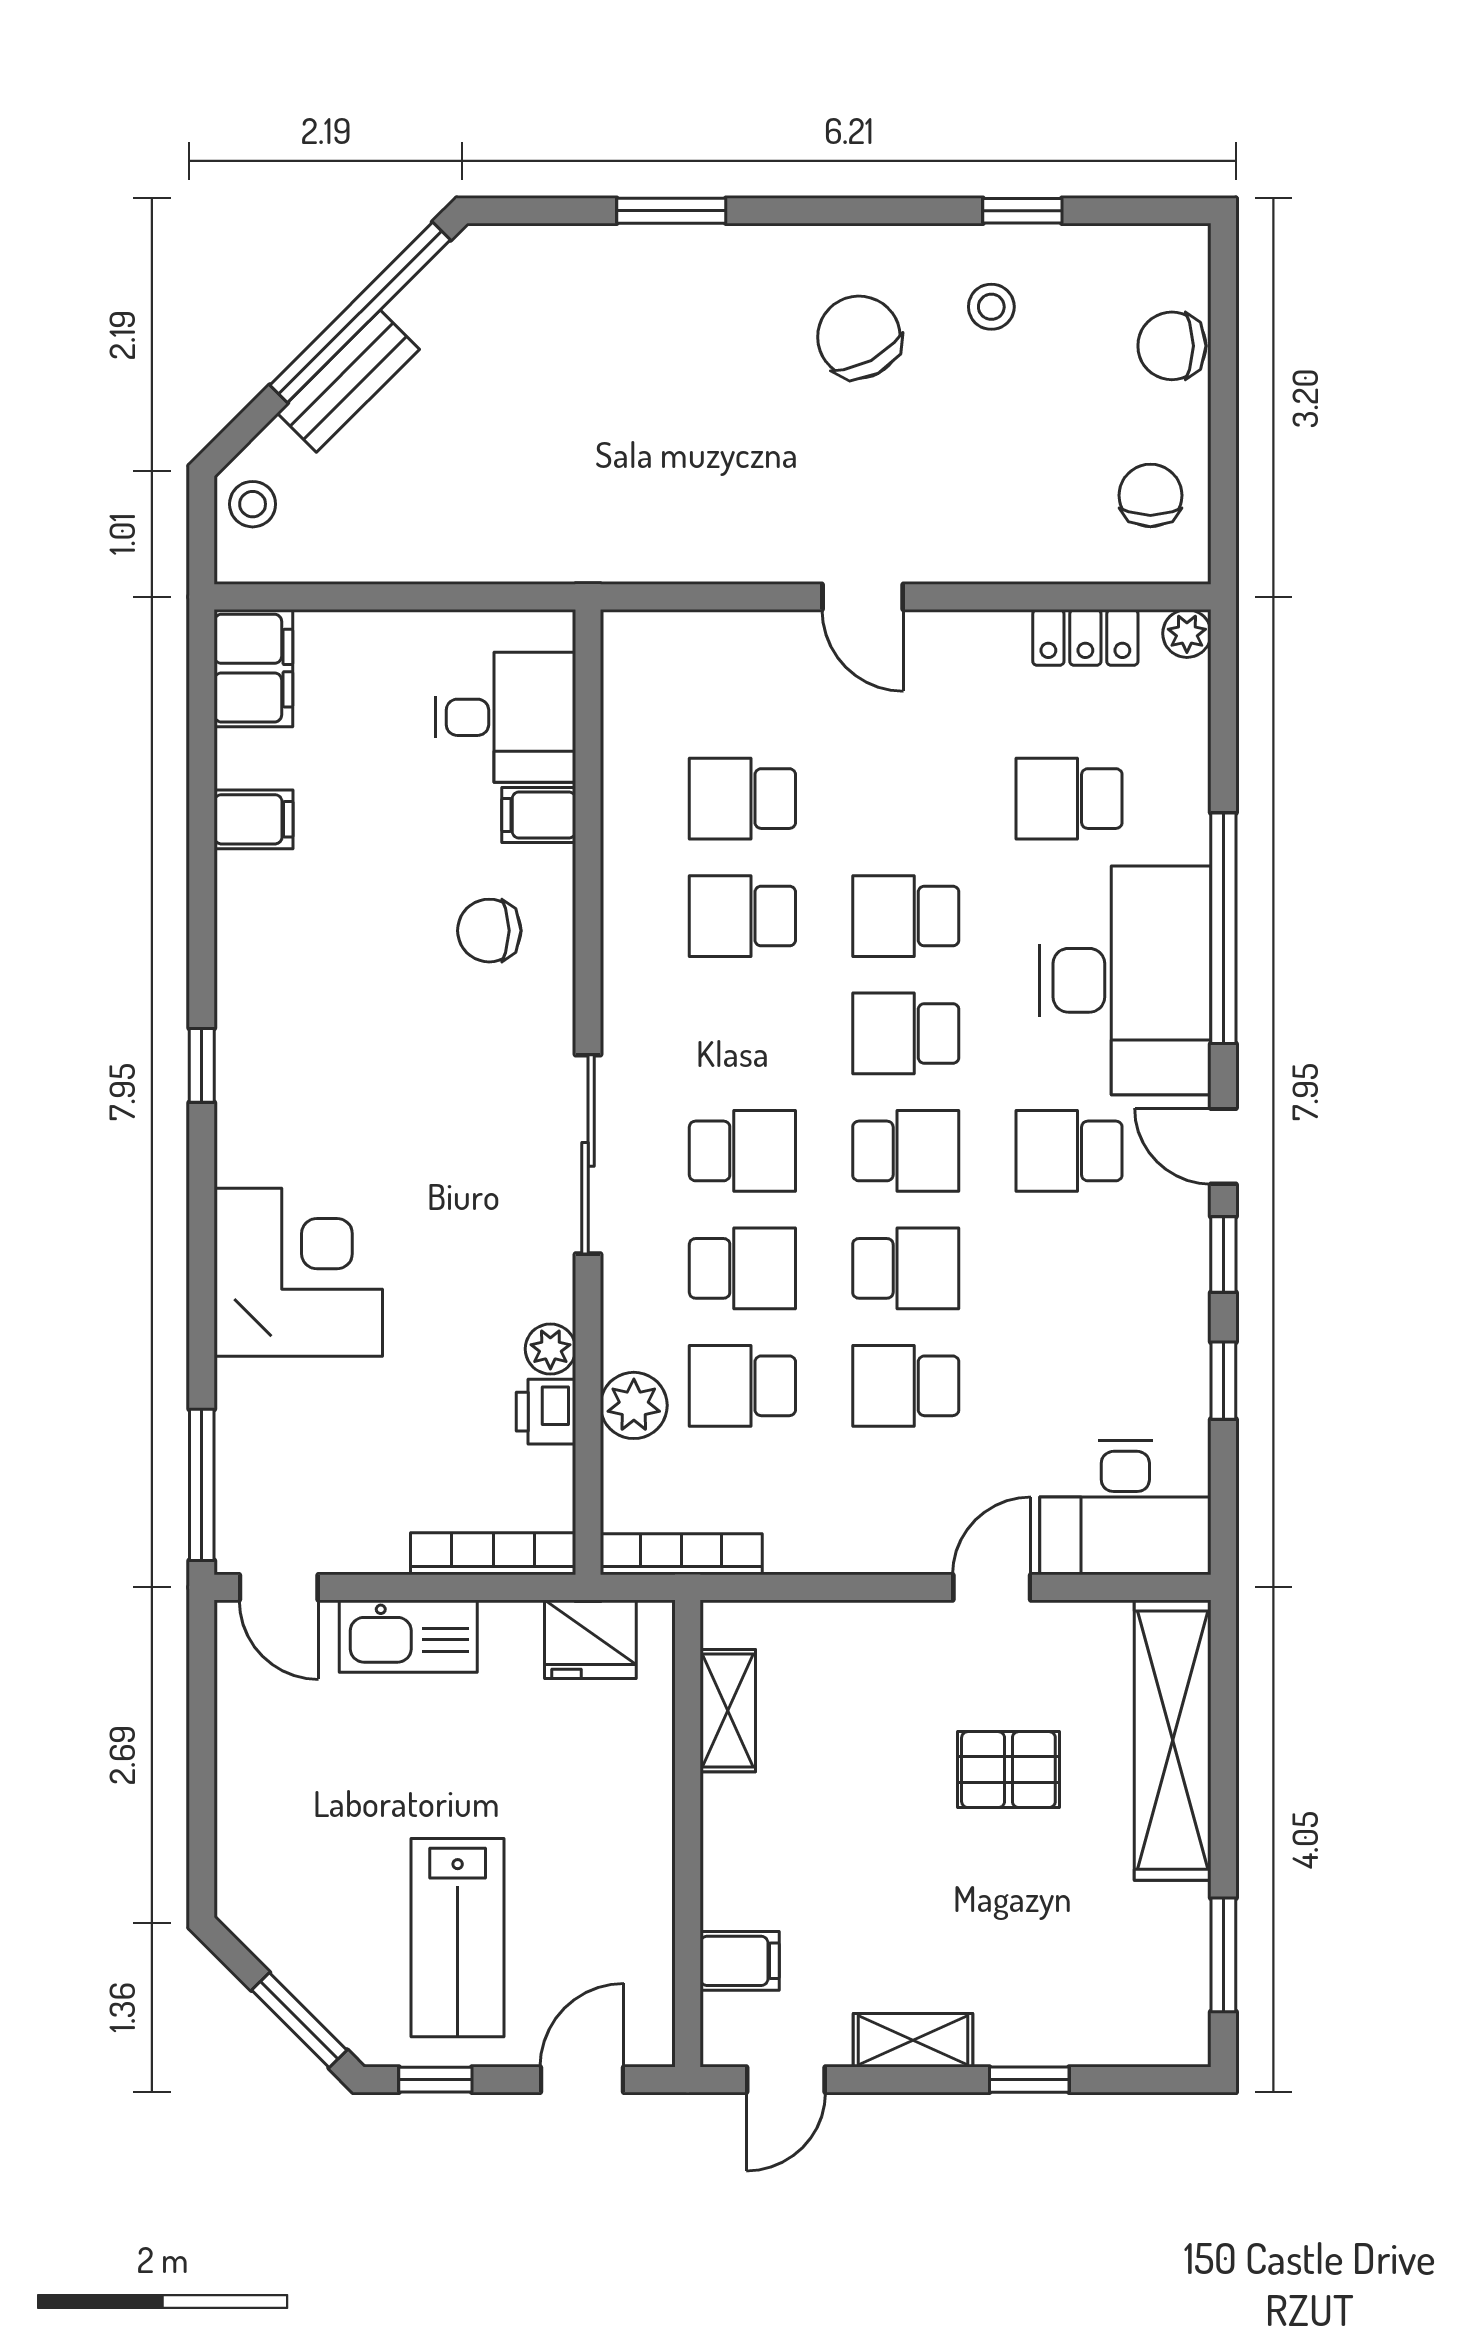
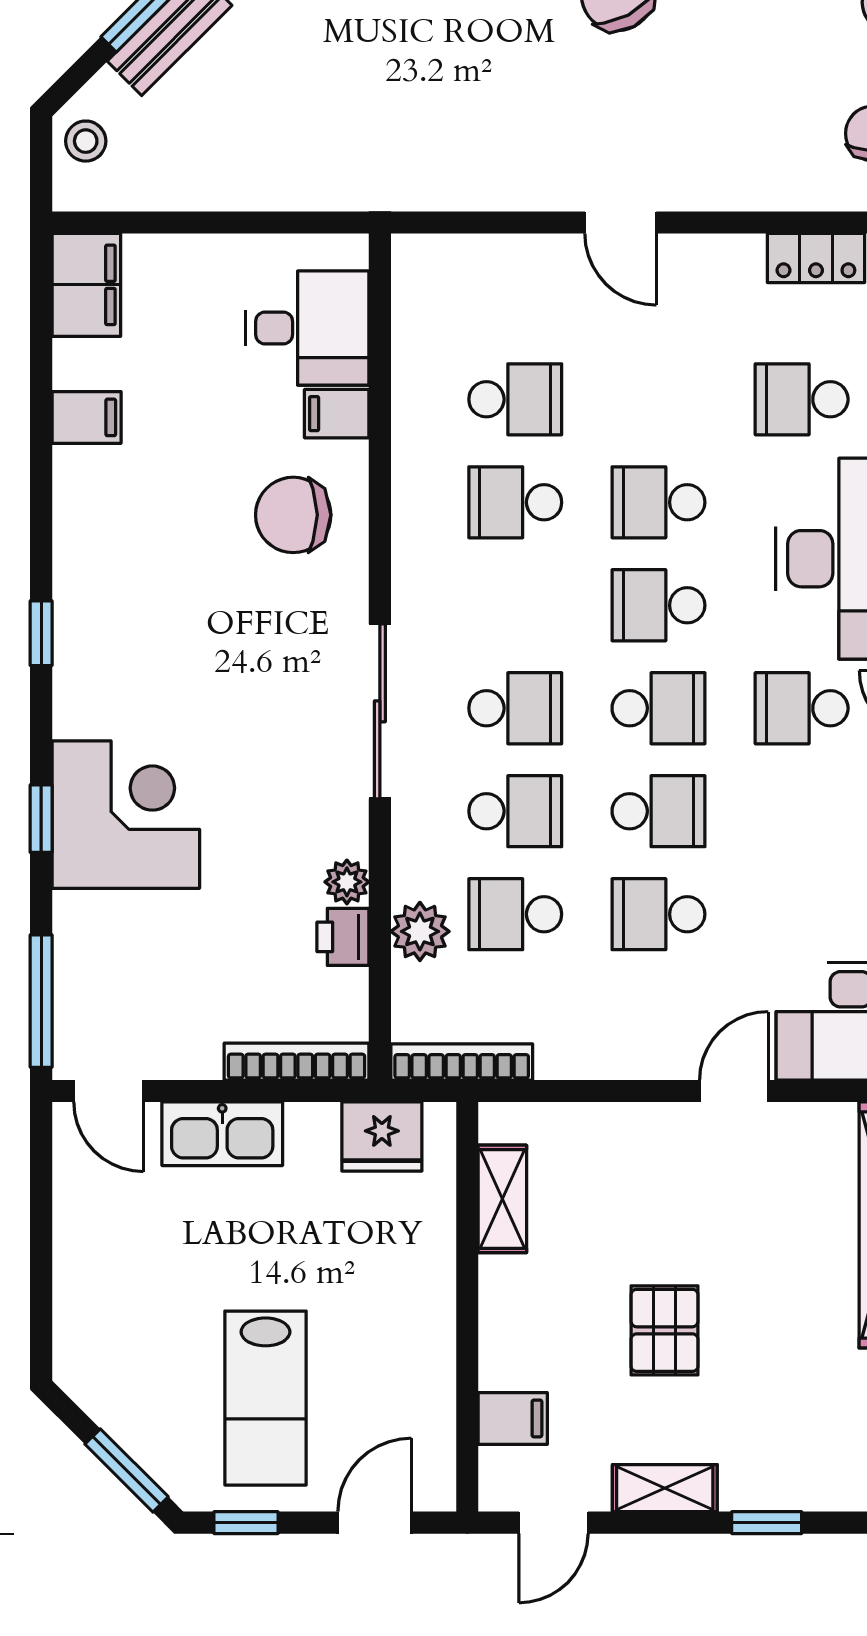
school desk: (742, 799) -> (515, 399), turned 180
chair: (489, 931) -> (293, 515), width x1.37, depth x1.37
window: (202, 1277) -> (41, 819), added
pallet: (1008, 1770) -> (665, 1330), moved, turned 90

